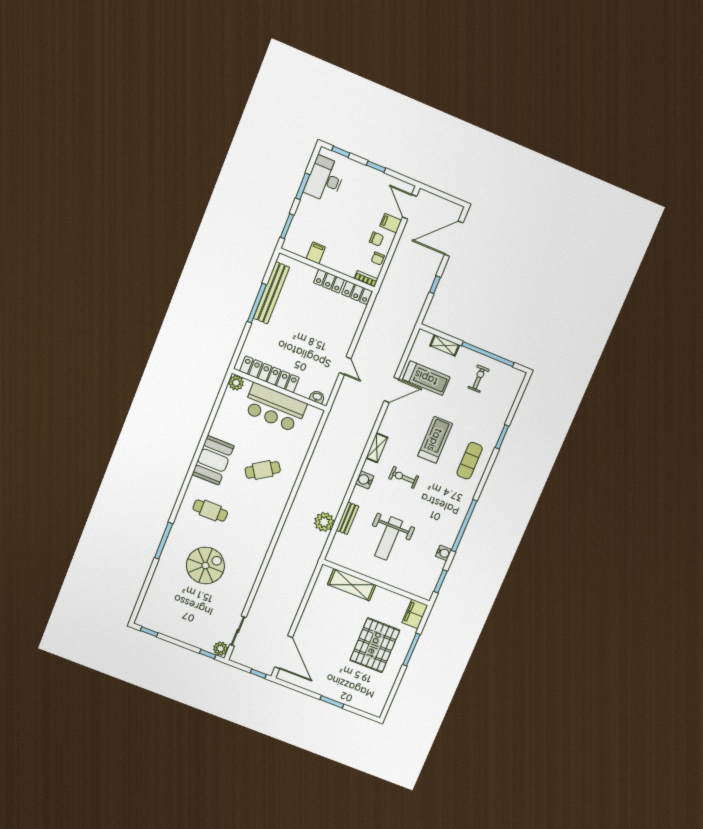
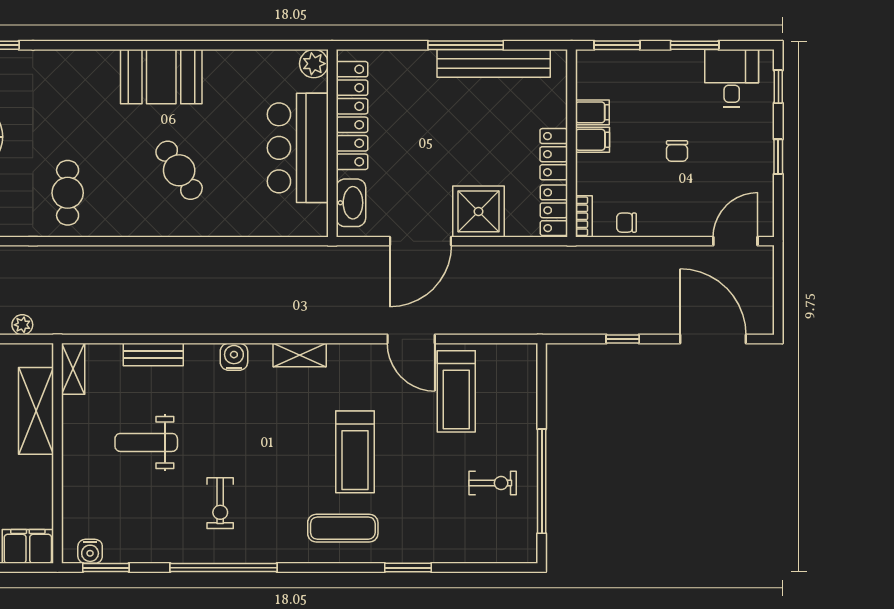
desk: (325, 179) -> (732, 78), width x0.73
filing cabinet: (391, 223) -> (593, 140), moved, turned 90
chair: (376, 239) -> (677, 151), moved
shower: (342, 331) -> (478, 211), added
shelving: (445, 345) -> (73, 369), moved
door: (345, 366) -> (421, 241), width x1.87
washbasin: (317, 397) -> (351, 203), width x1.91, depth x1.45
treadmill: (435, 440) -> (355, 452), turned 90
exercise bike: (404, 477) -> (220, 503), moved, turned 180
cafe table: (210, 511) -> (68, 193), moved
plant: (324, 522) -> (22, 325), moved, width x0.53, depth x0.53
weight bench: (389, 538) -> (146, 442), width x0.73, depth x0.75
water cooler: (443, 553) -> (90, 551), moved

